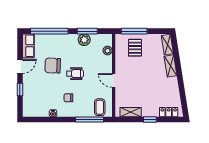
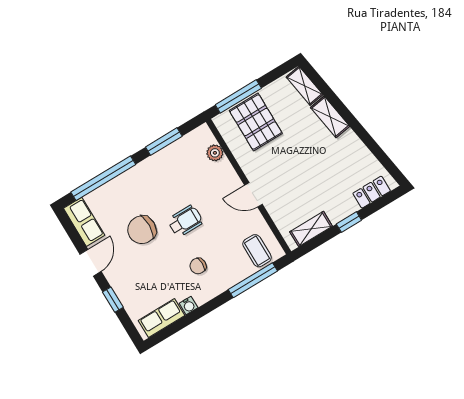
plant: (84, 40) -> (167, 158), removed
pallet: (135, 48) -> (256, 122), width x1.50, depth x1.42
row of seats: (37, 112) -> (162, 318), added

